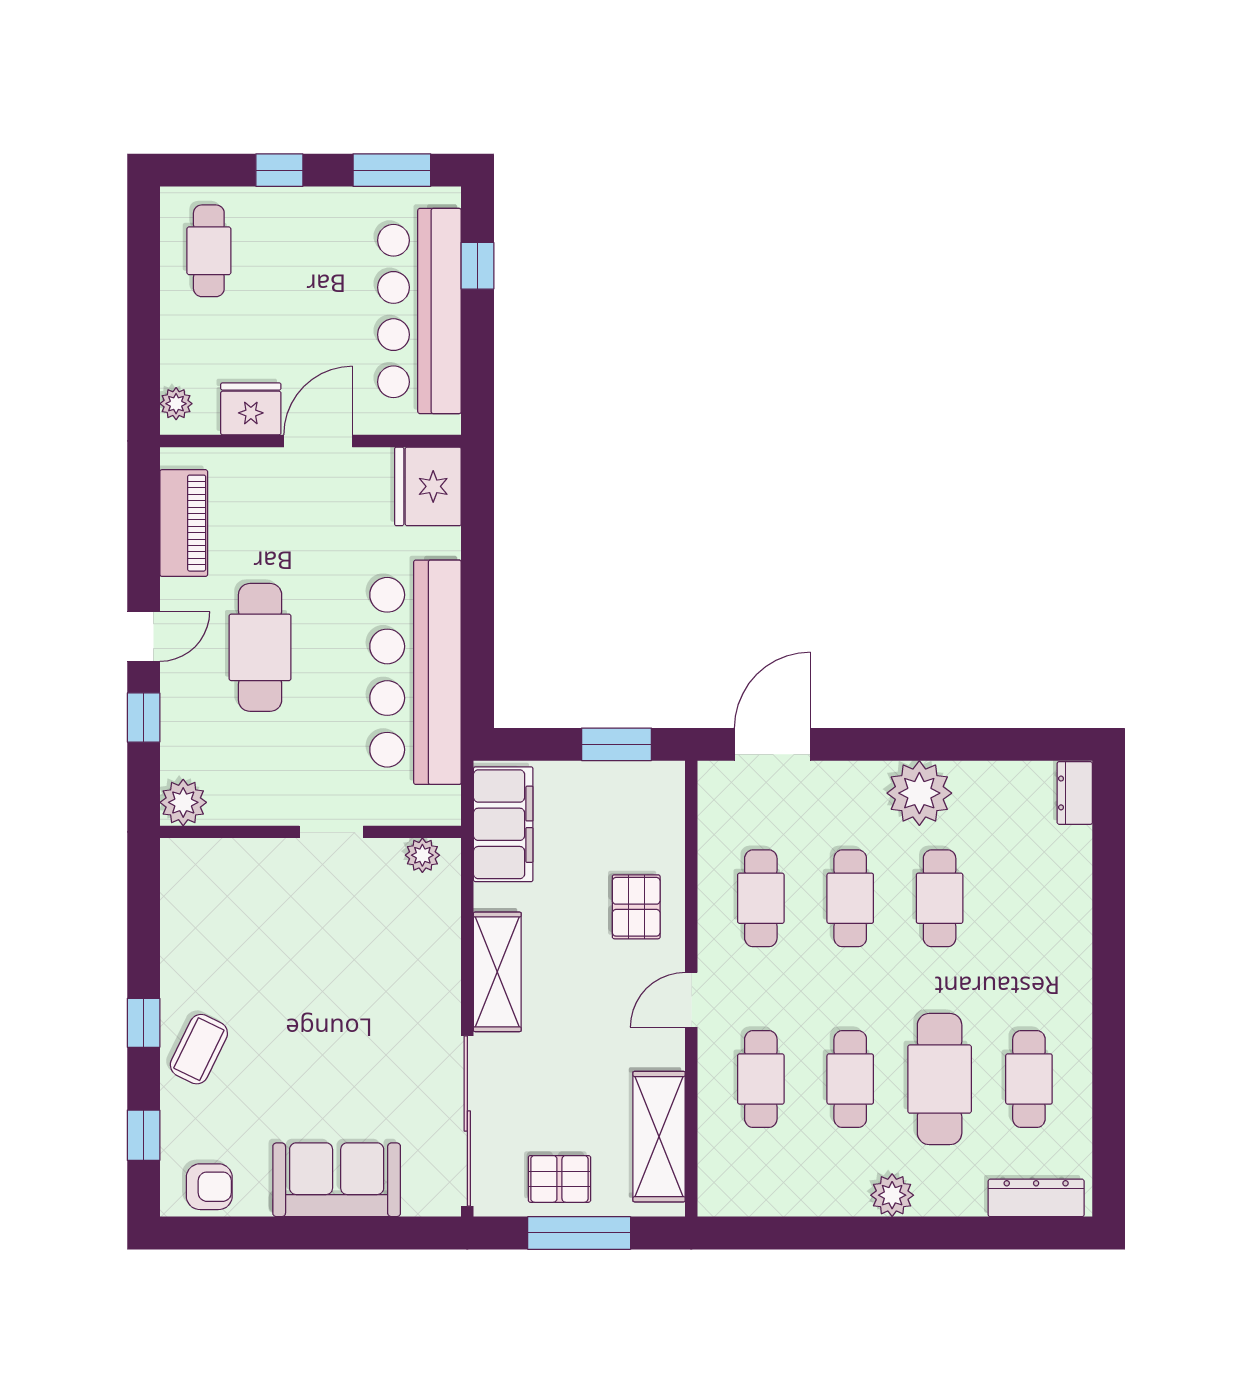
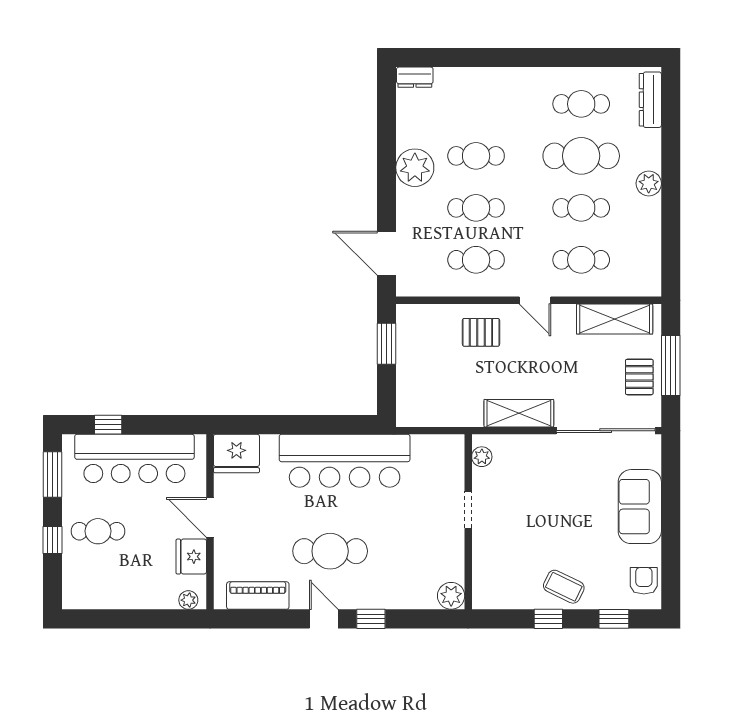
cafe table: (209, 251) -> (98, 531), moved
plant: (183, 802) -> (451, 596), moved
filing cabinet: (503, 824) -> (433, 410), removed
wall: (311, 832) -> (468, 522), moved
doorway: (331, 832) -> (468, 510), moved
plant: (422, 855) -> (482, 457), moved

